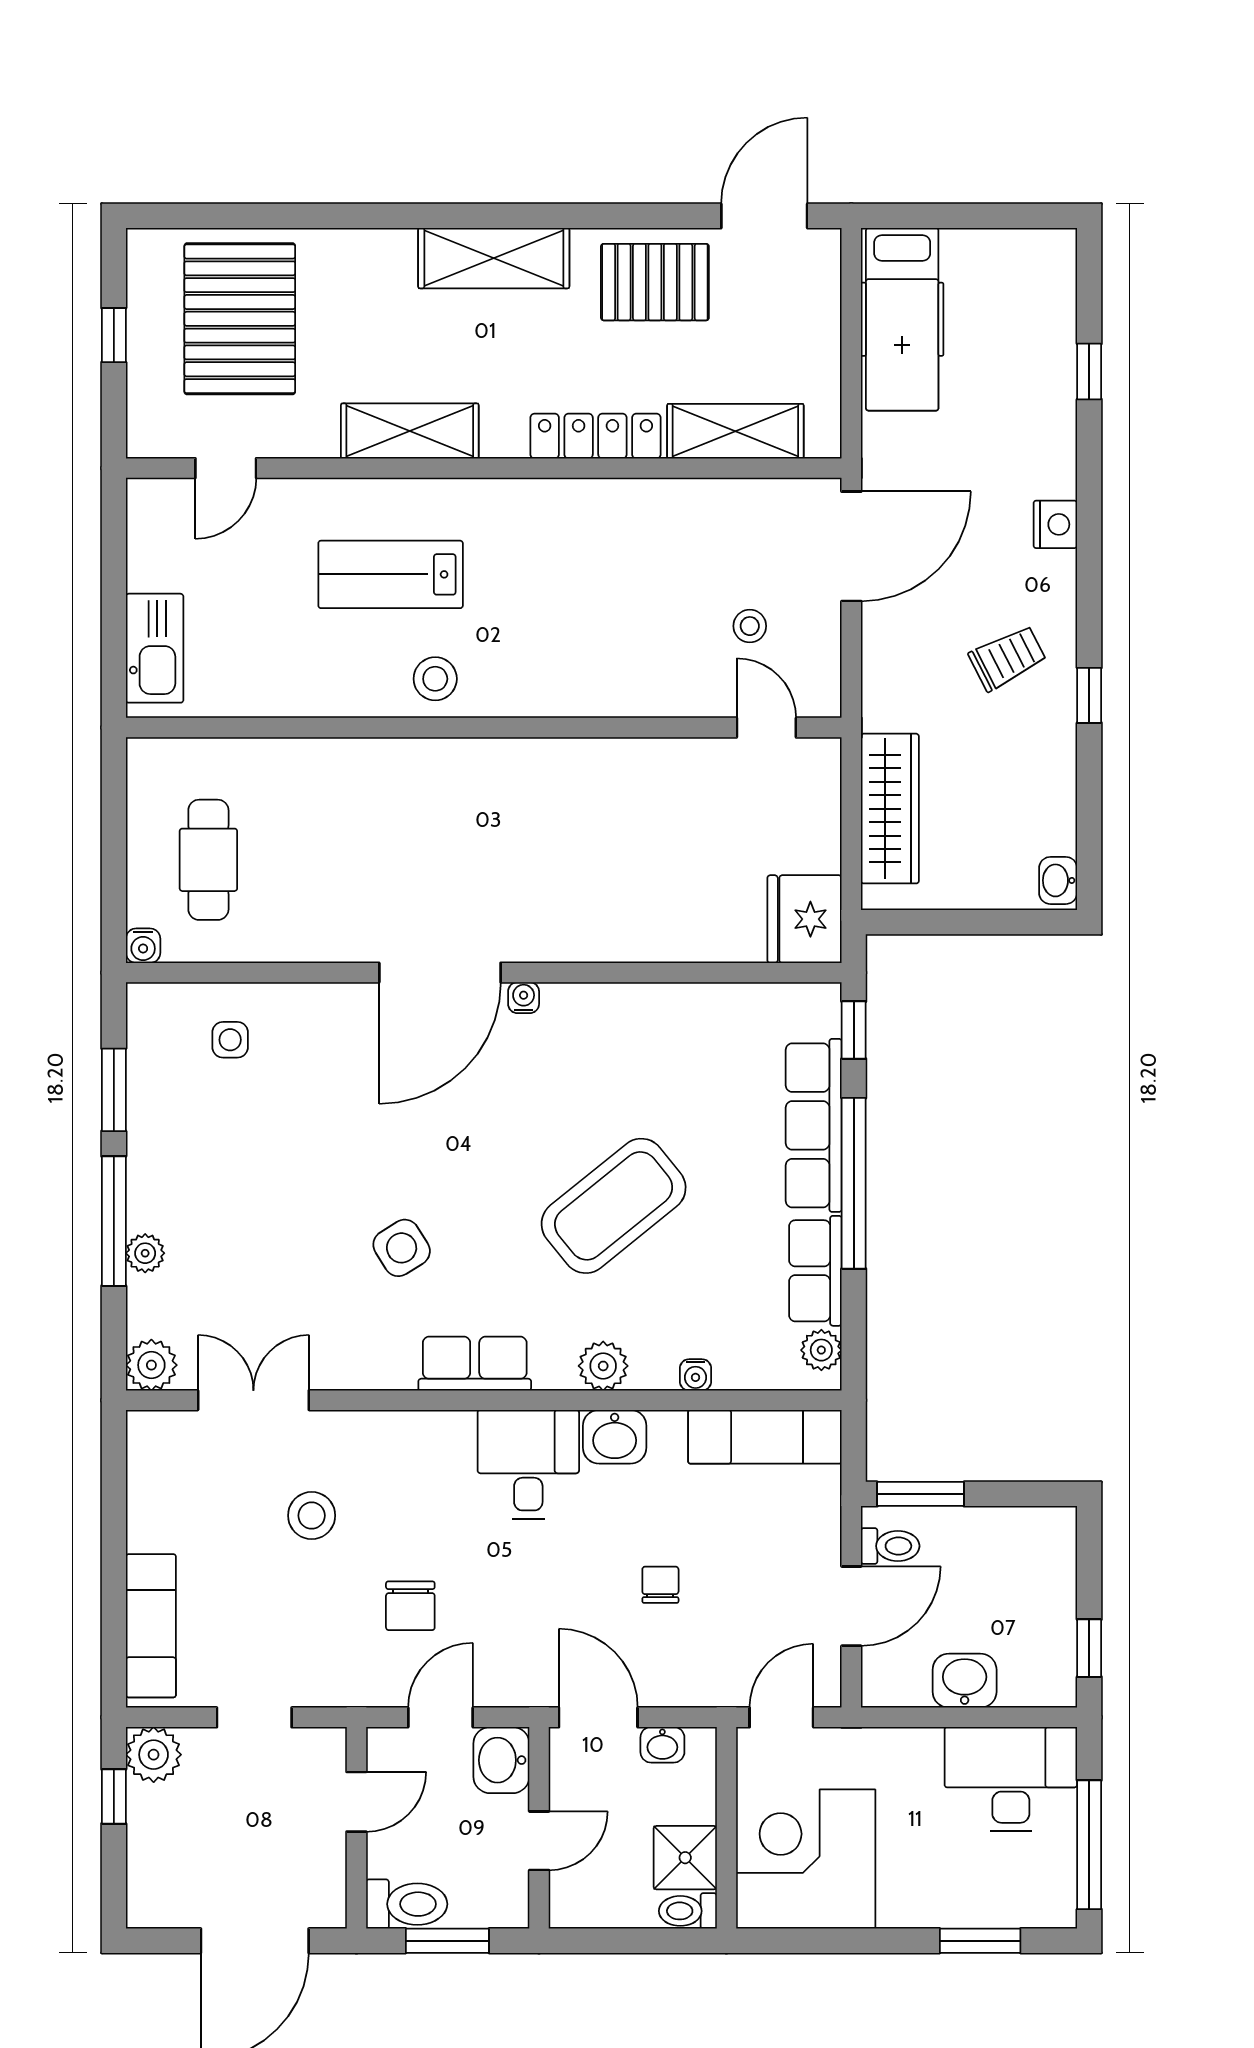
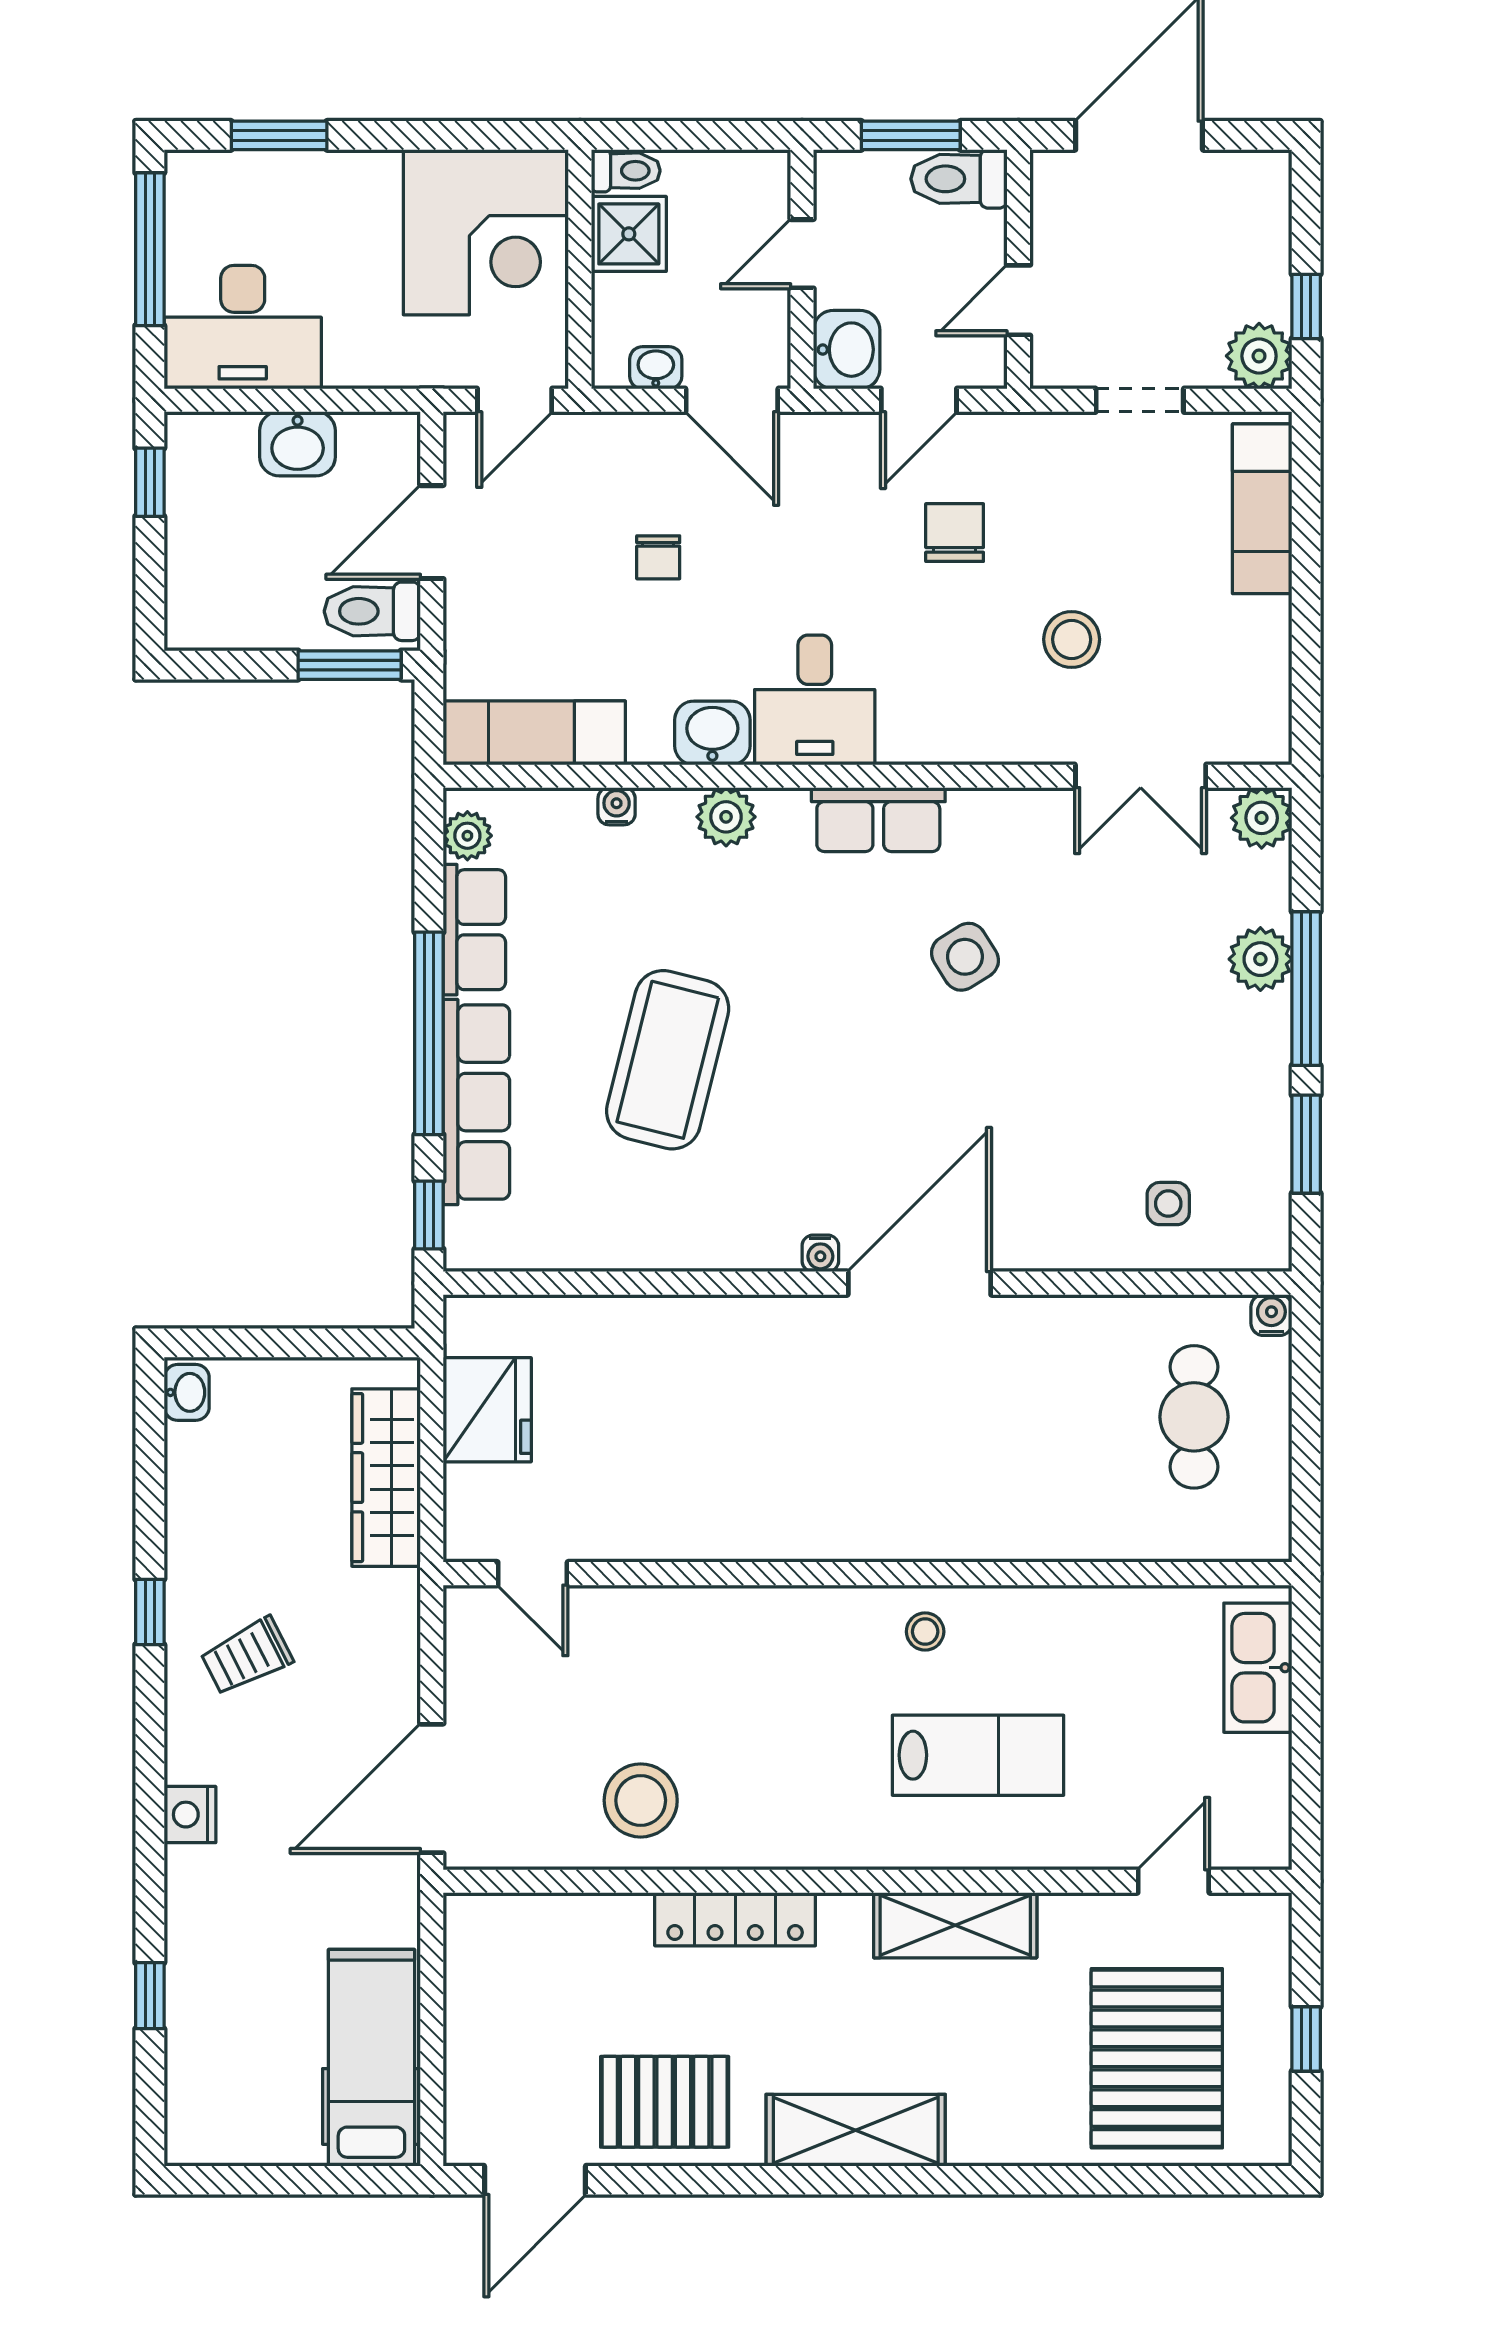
shelving: (735, 431) -> (569, 1925), removed
stool: (750, 626) -> (641, 1800), moved, width x1.89, depth x1.89
stool: (435, 679) -> (925, 1632), width x0.73, depth x0.73
fridge: (805, 919) -> (487, 1410), moved
coffee table: (614, 1206) -> (668, 1060), moved, turned -37
plant: (145, 1253) -> (1260, 959), width x1.38, depth x1.38
toilet: (890, 1546) -> (372, 611), width x1.37, depth x1.39

